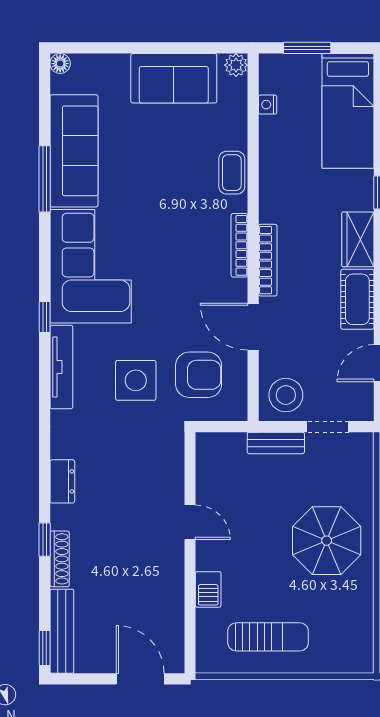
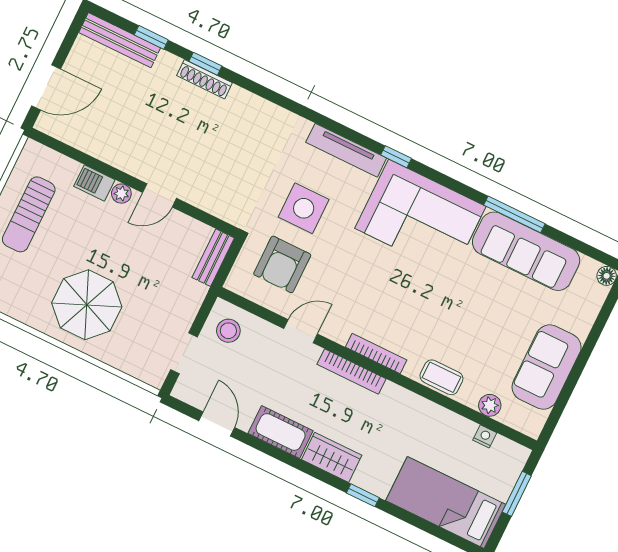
plant: (236, 65) -> (490, 405), moved
door: (253, 327) -> (301, 331), width x0.73
stool: (286, 395) -> (228, 331), width x0.73, depth x0.73
bench: (276, 443) -> (213, 258), moved
dresser: (62, 481) -> (248, 103), removed
shoe rack: (60, 559) -> (205, 79), moved
plant: (206, 559) -> (121, 194), added
window: (45, 648) -> (151, 37), moved

